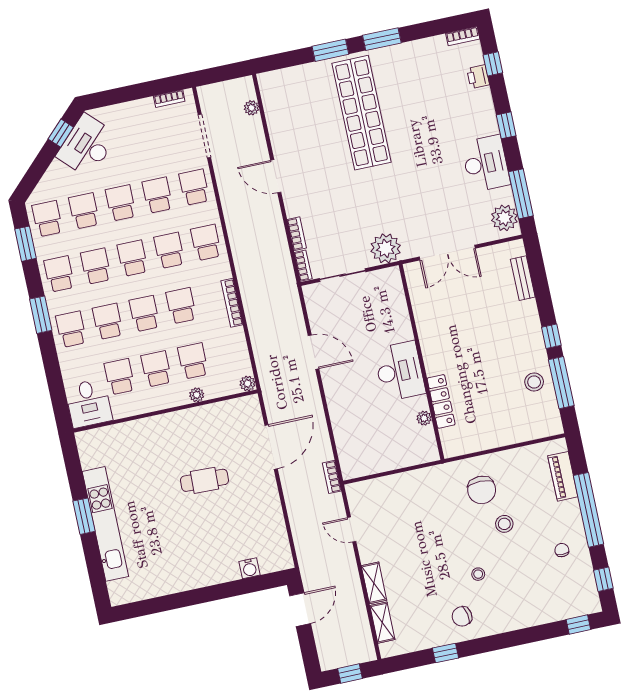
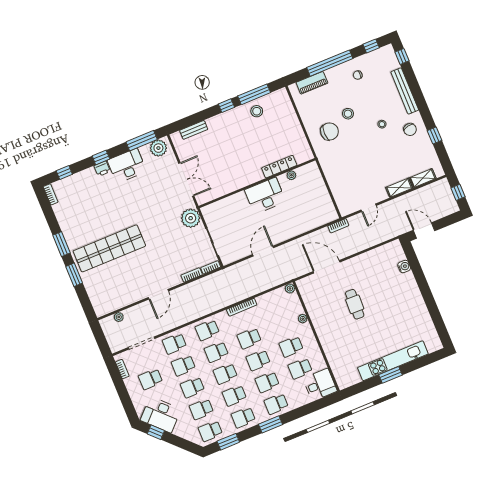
printer: (478, 77) -> (102, 169), moved
school desk: (193, 361) -> (150, 379), moved
bench: (524, 619) -> (405, 91), added

